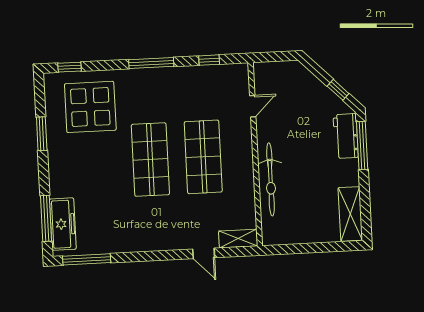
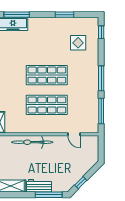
window: (209, 60) -> (101, 111), width x2.17
display table: (90, 107) -> (78, 43), width x0.54, depth x0.54
workbench: (346, 136) -> (39, 186), moved

